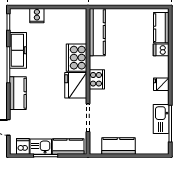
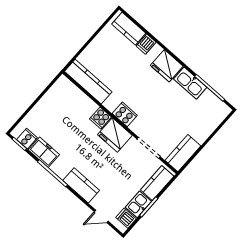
cooker: (37, 16) -> (27, 139), moved, turned -90
freezer: (18, 50) -> (44, 152), width x0.71
cooker: (77, 58) -> (101, 118), width x0.53, depth x0.76
fridge: (161, 84) -> (167, 66), width x1.88, depth x1.34
kitchen sink: (161, 119) -> (190, 83), moved
kitchen counter: (119, 146) -> (183, 153), moved

